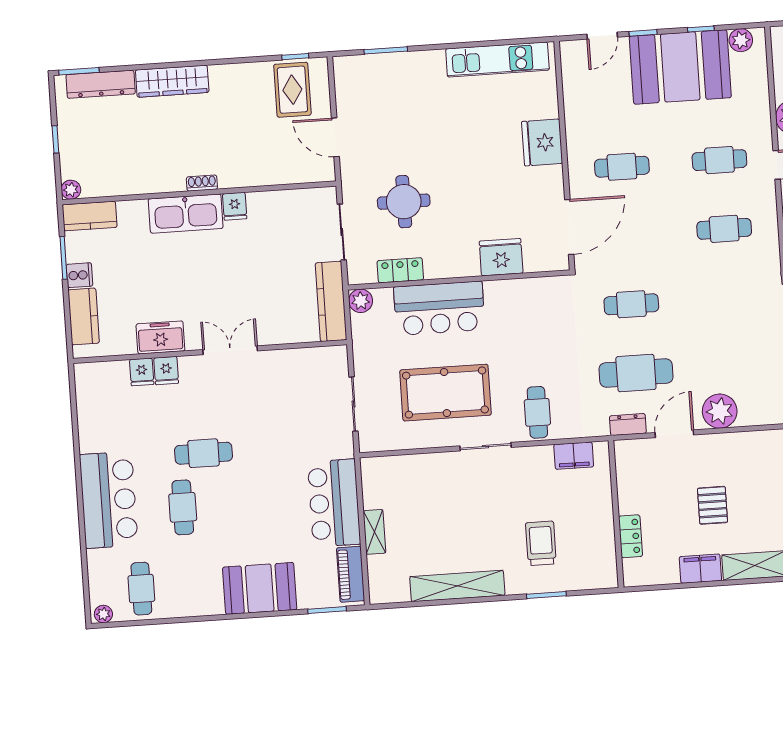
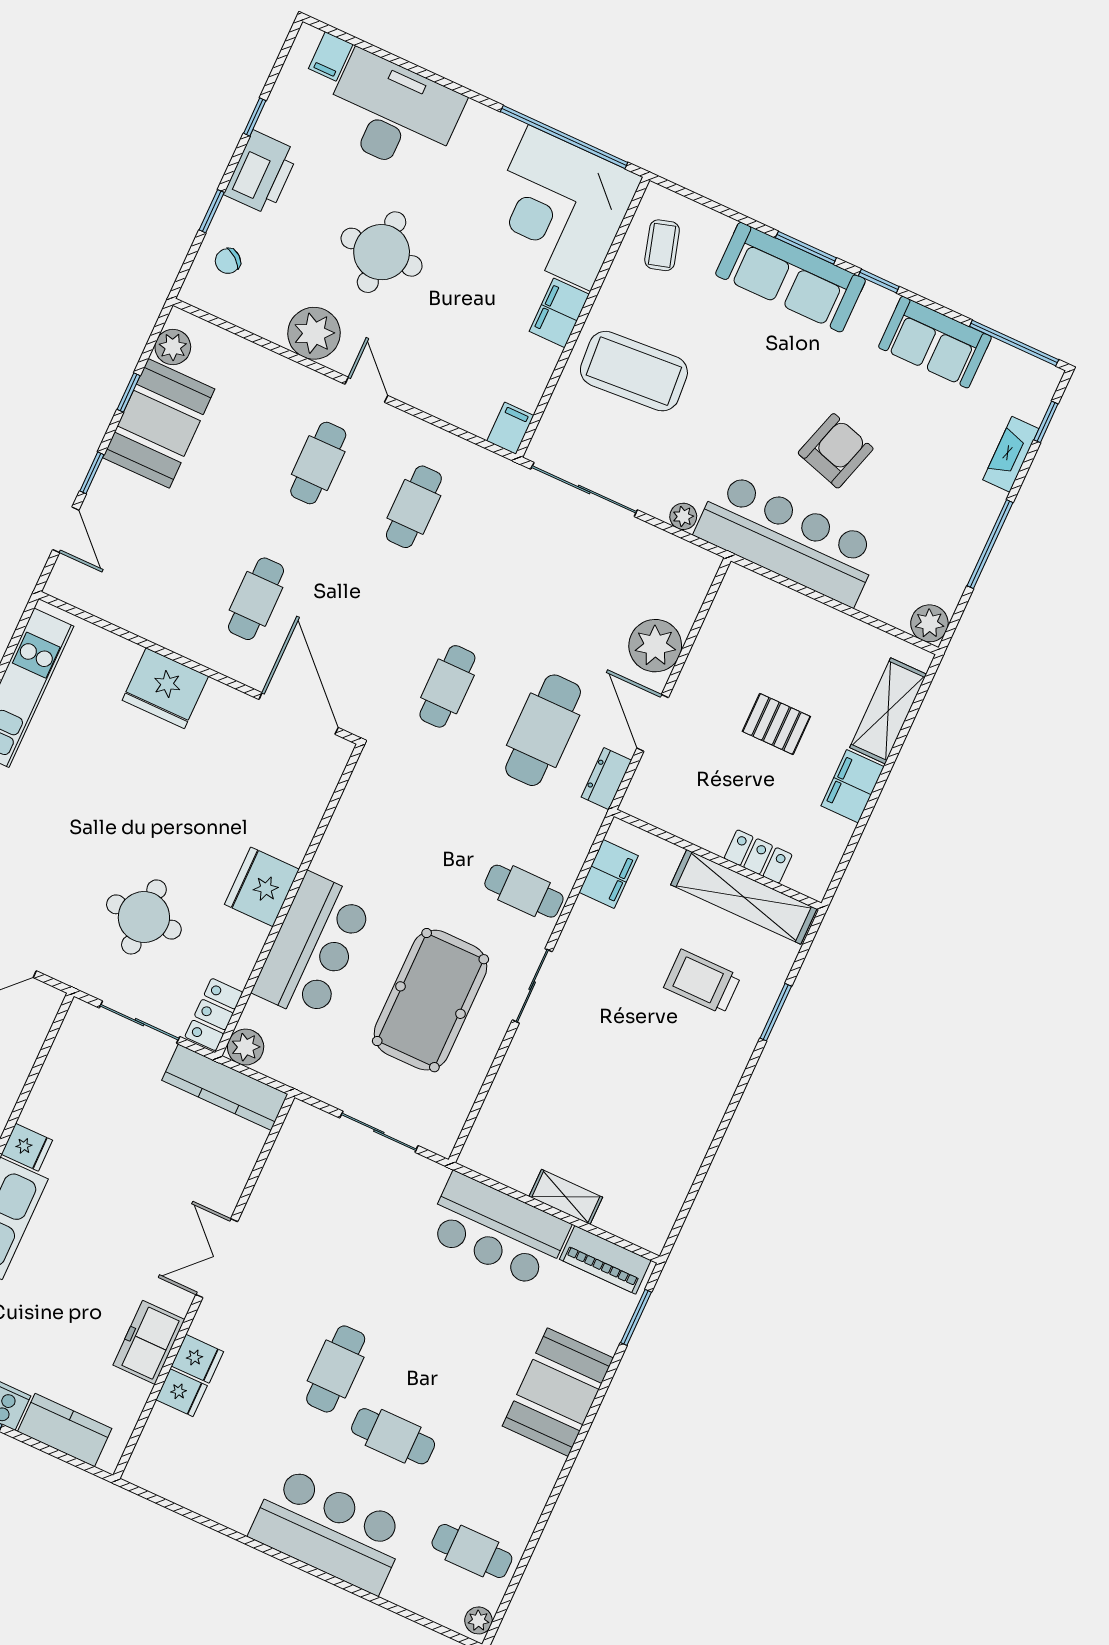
booth: (680, 67) -> (159, 423), width x0.73, depth x0.70
fridge: (501, 257) -> (262, 887), moved
locker: (400, 270) -> (214, 1015), moved
shelving: (457, 586) -> (744, 897), moved, turned 90

